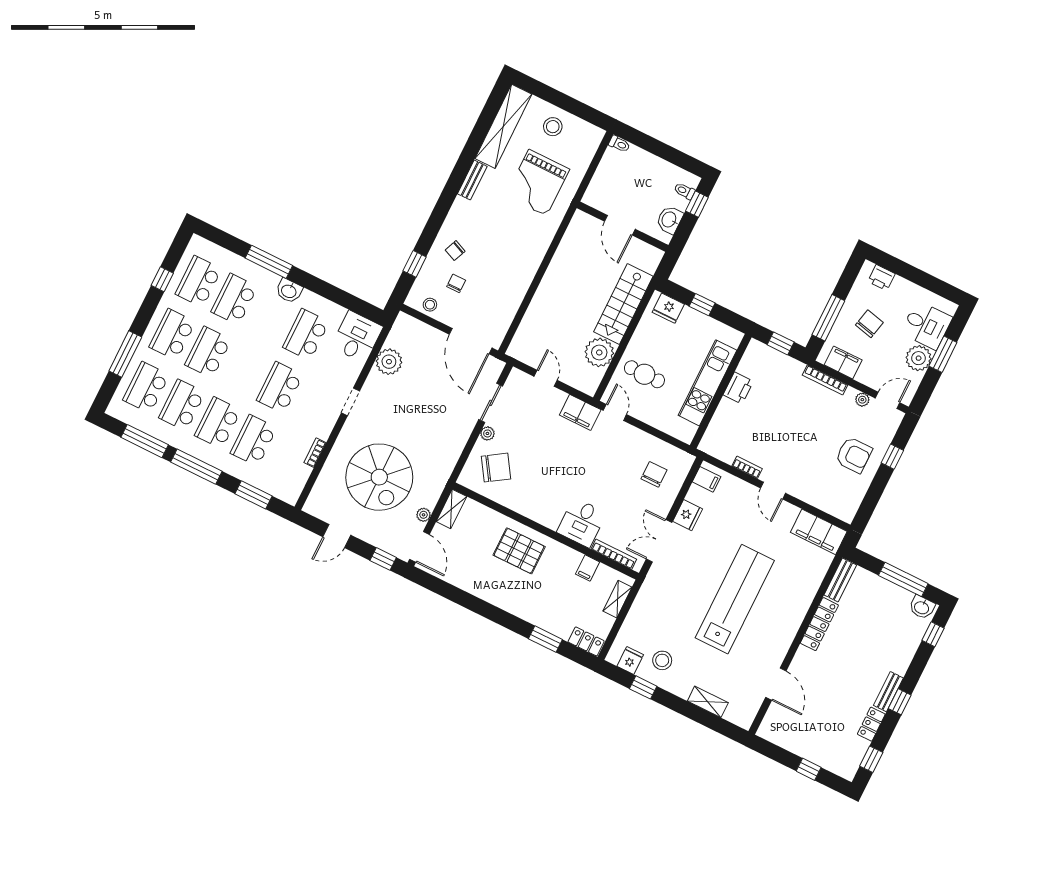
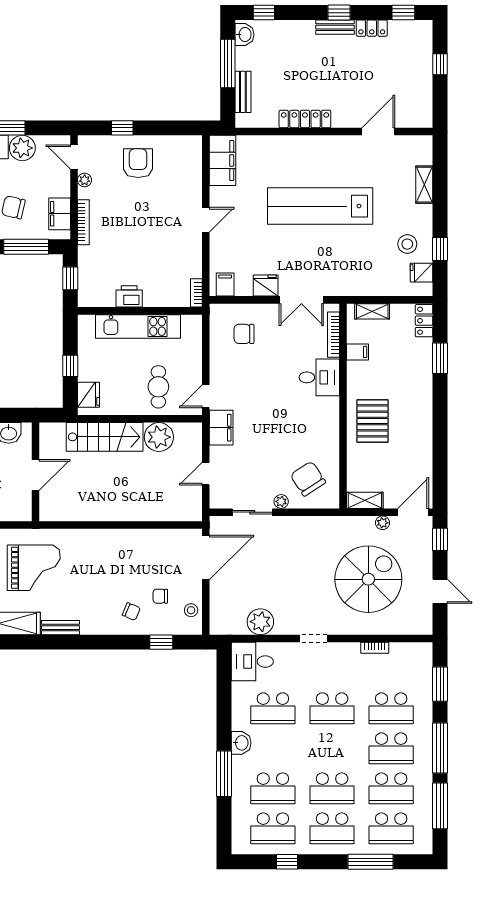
bookcase: (747, 467) -> (196, 293), moved
bench: (840, 580) -> (243, 92), moved, turned 90

